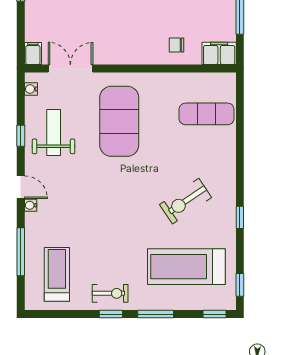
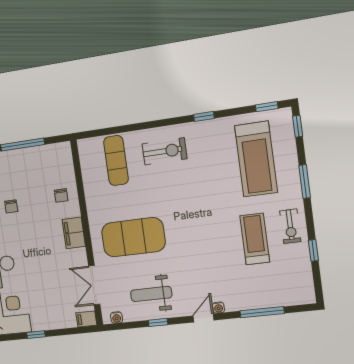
filing cabinet: (219, 53) -> (74, 233), moved
exercise bike: (186, 201) -> (164, 151), moved, turned -56
treadmill: (57, 274) -> (255, 239), moved, turned 90
exercise bike: (110, 293) -> (290, 226), turned 180
window: (111, 314) -> (313, 250), moved

